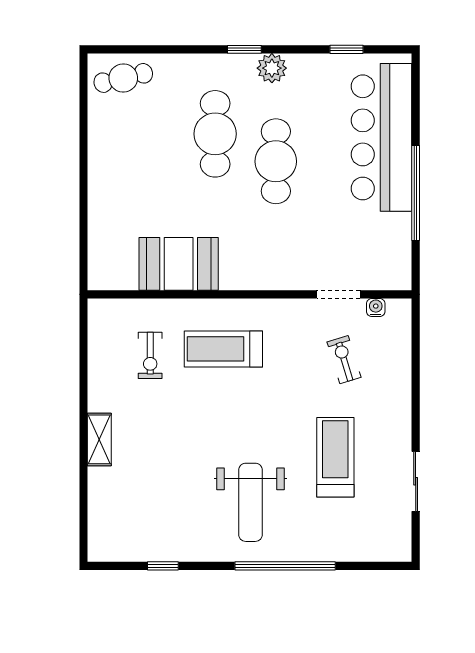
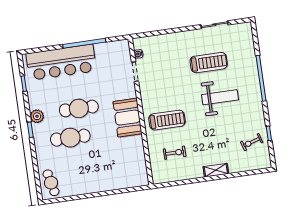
booth: (179, 264) -> (127, 118), moved
treadmill: (223, 349) -> (167, 120), turned -90
exercise bike: (344, 360) -> (252, 142), moved
treadmill: (335, 457) -> (209, 63), turned 180
weight bench: (250, 502) -> (220, 97), moved

